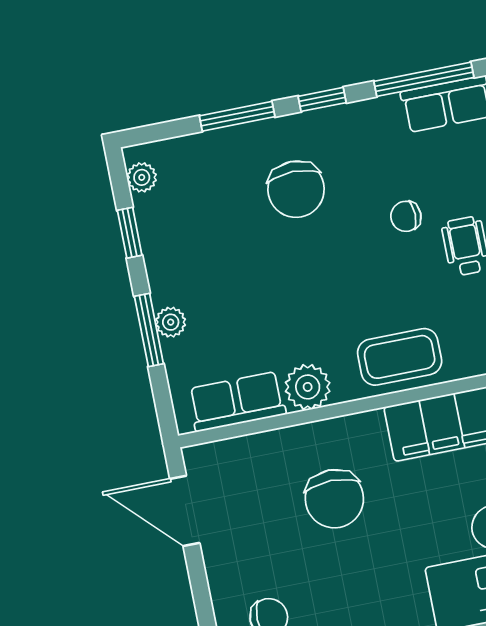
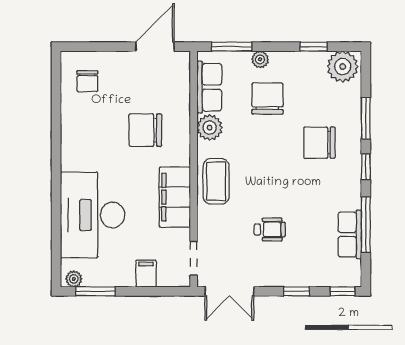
plant: (142, 177) -> (343, 67), width x1.87, depth x1.87
chair: (406, 216) -> (267, 99), moved, width x1.87, depth x1.87
window: (149, 330) -> (232, 47), moved

